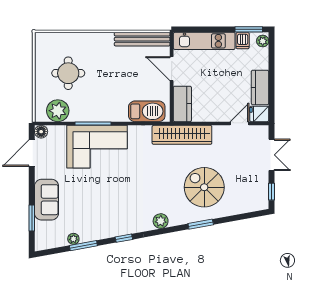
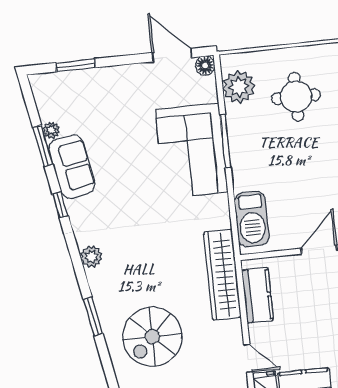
kitchen counter: (182, 104) -> (258, 295), moved, turned -90
spiral stairs: (204, 187) -> (152, 336), moved, turned 180
sofa: (47, 200) -> (72, 166), moved, turned -100

